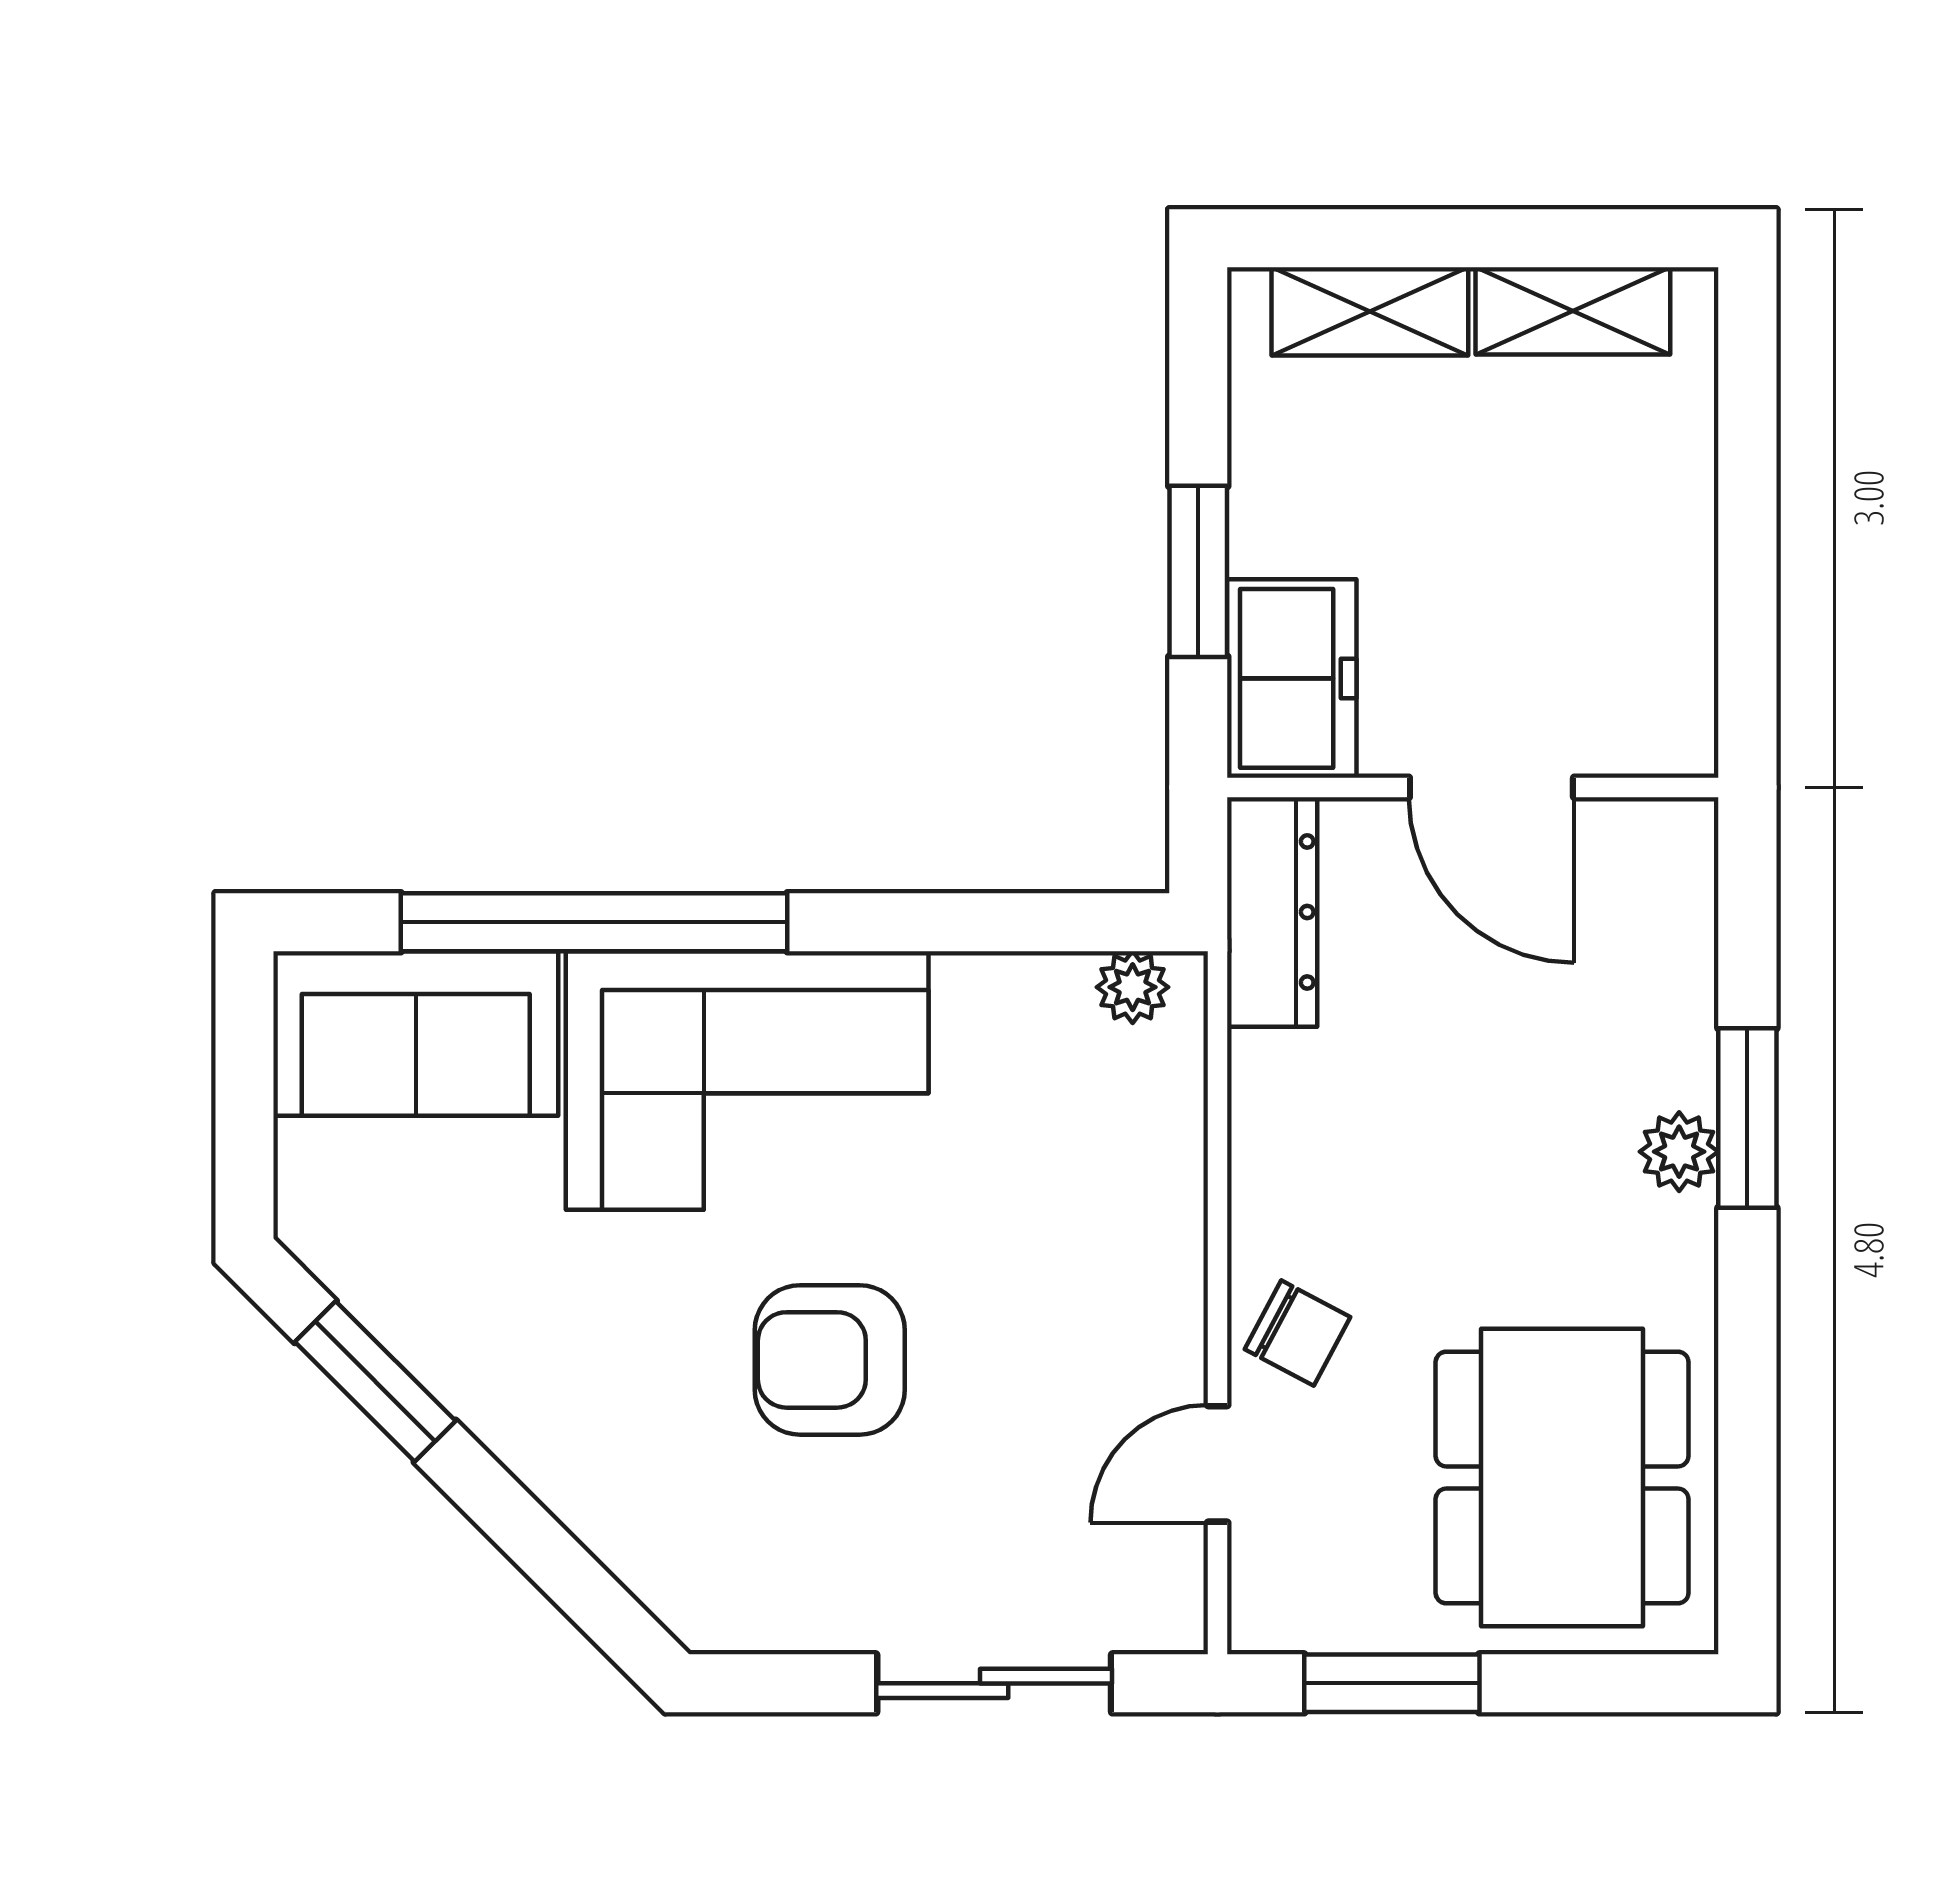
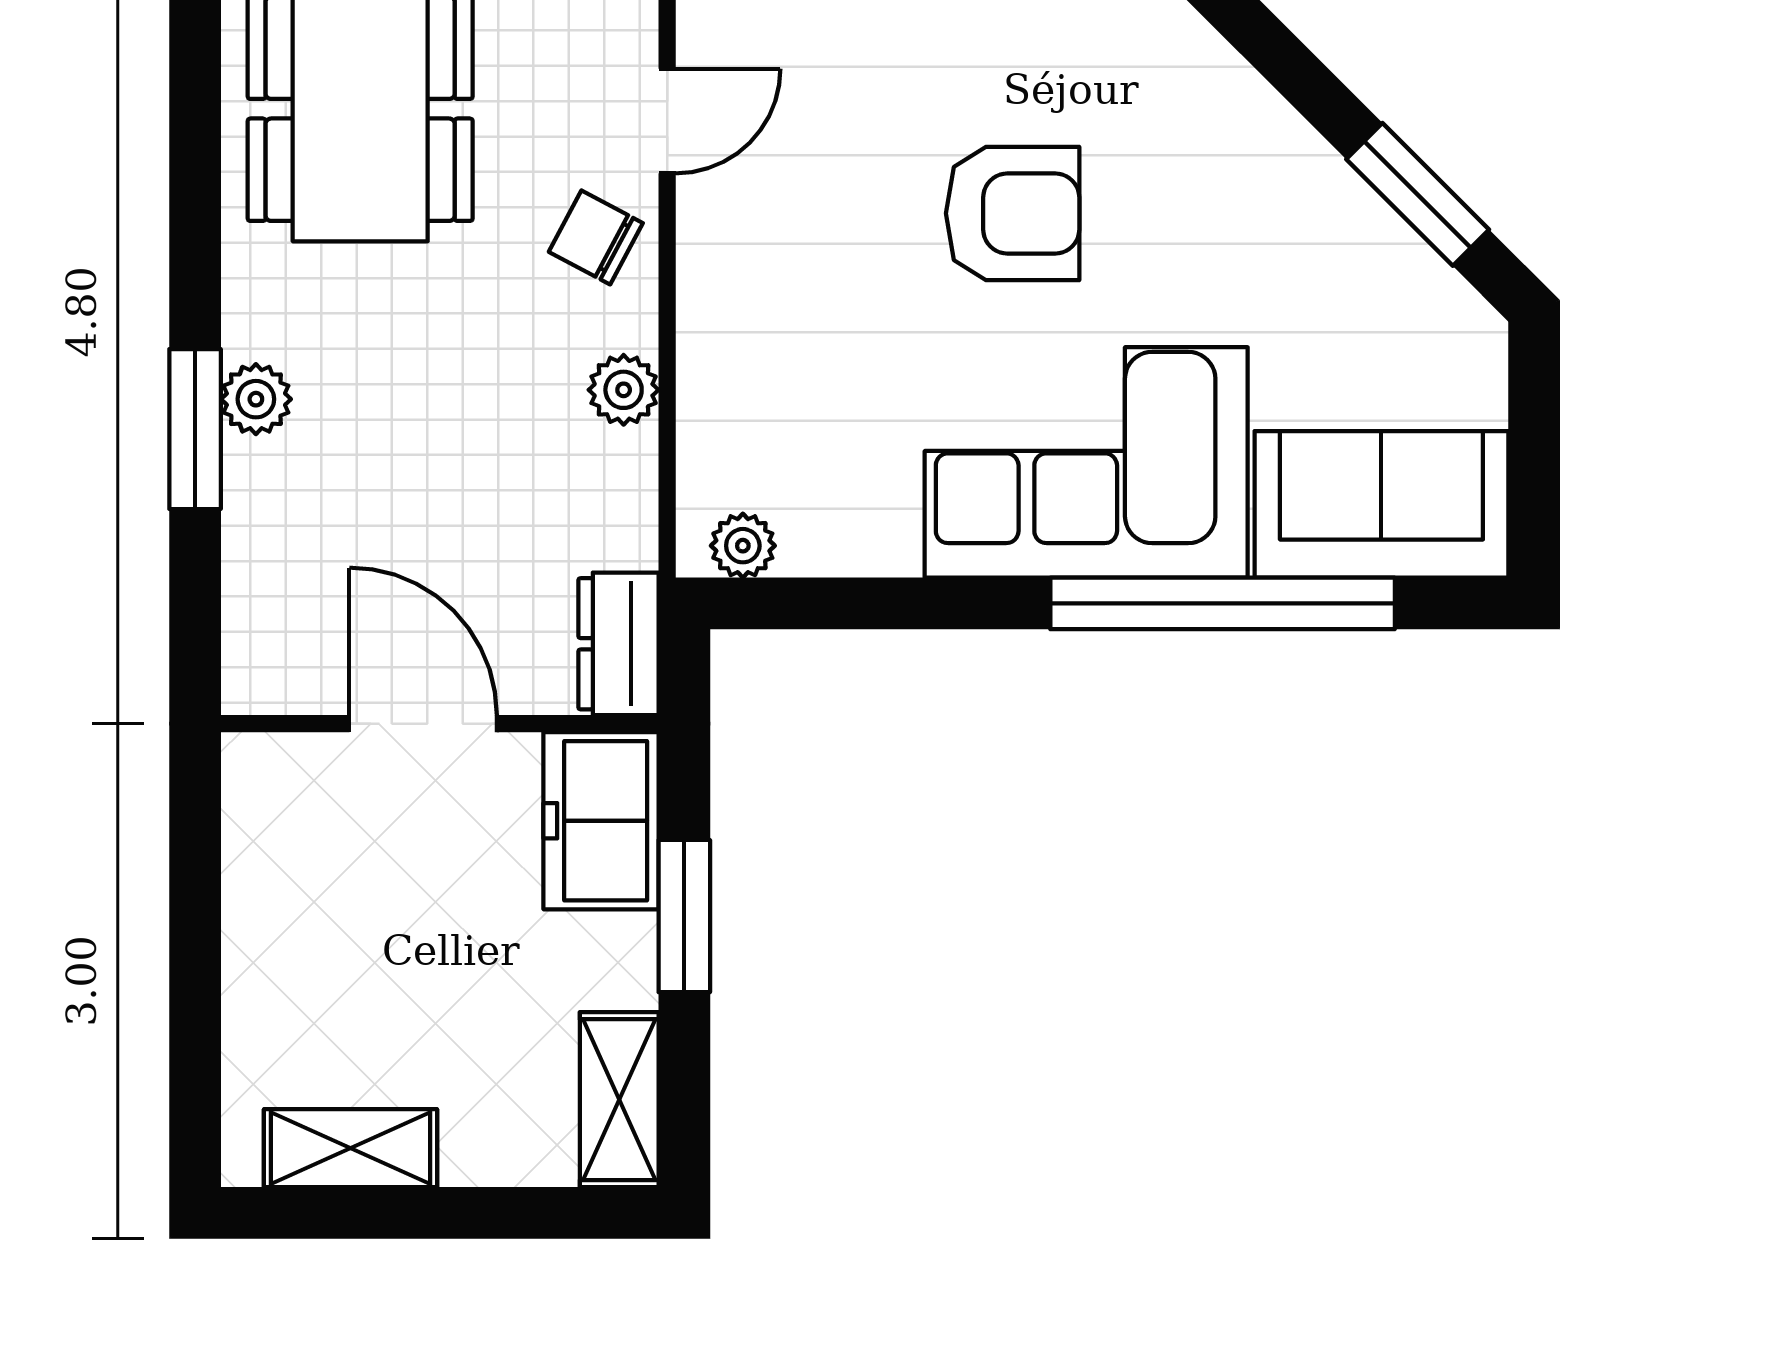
shelving: (1370, 311) -> (619, 1100), moved, turned 90
dresser: (1272, 912) -> (618, 644), width x0.70
plant: (1266, 1162) -> (624, 390), added

